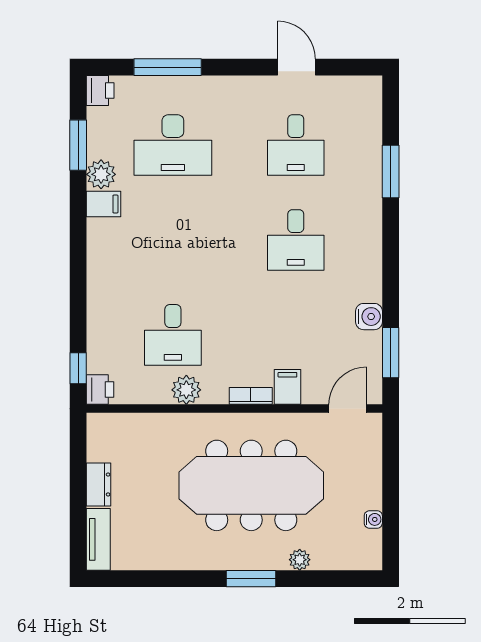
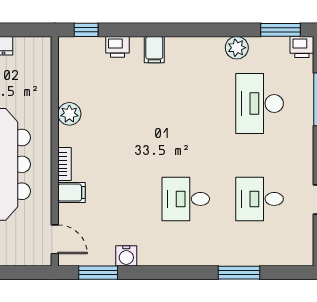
window: (78, 145) -> (281, 30), moved
filing cabinet: (103, 204) -> (154, 50), moved
desk: (173, 335) -> (112, 103), removed
printer: (100, 390) -> (117, 47), moved

